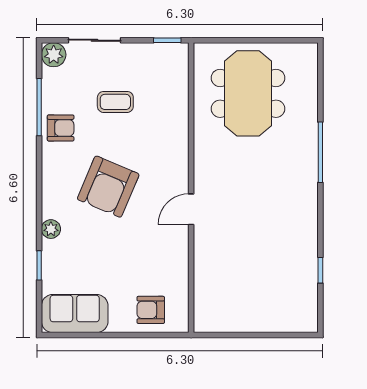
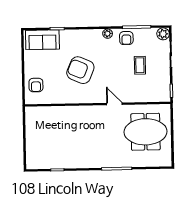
armchair: (108, 187) -> (80, 70), moved
door: (191, 209) -> (114, 104), moved
plant: (51, 229) -> (108, 34), moved
armchair: (151, 310) -> (36, 85), turned 180
sofa: (75, 314) -> (42, 40), moved, turned 90

